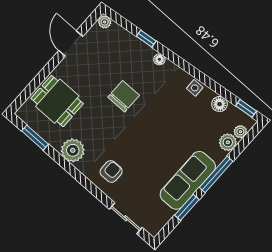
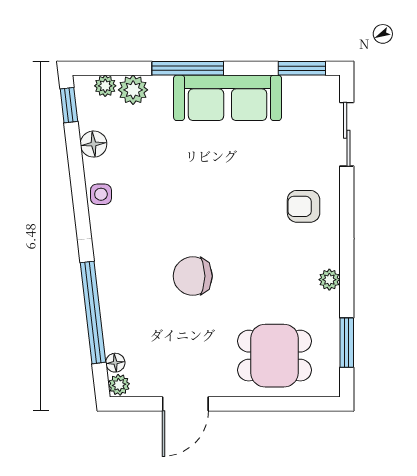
window: (146, 39) -> (93, 312), width x3.17
floor lamp: (159, 59) -> (115, 363), moved
dining table: (57, 101) -> (274, 356), turned 90
plant: (73, 150) -> (329, 280), width x0.53, depth x0.53
window: (187, 207) -> (302, 68), moved

